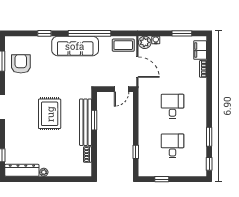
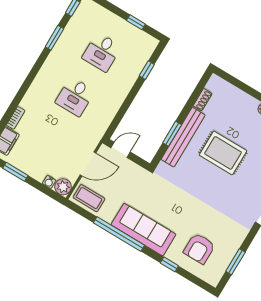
armchair: (21, 64) -> (199, 249), moved
door: (137, 67) -> (88, 164), swing flipped
rug: (50, 114) -> (223, 153), moved, turned 90

